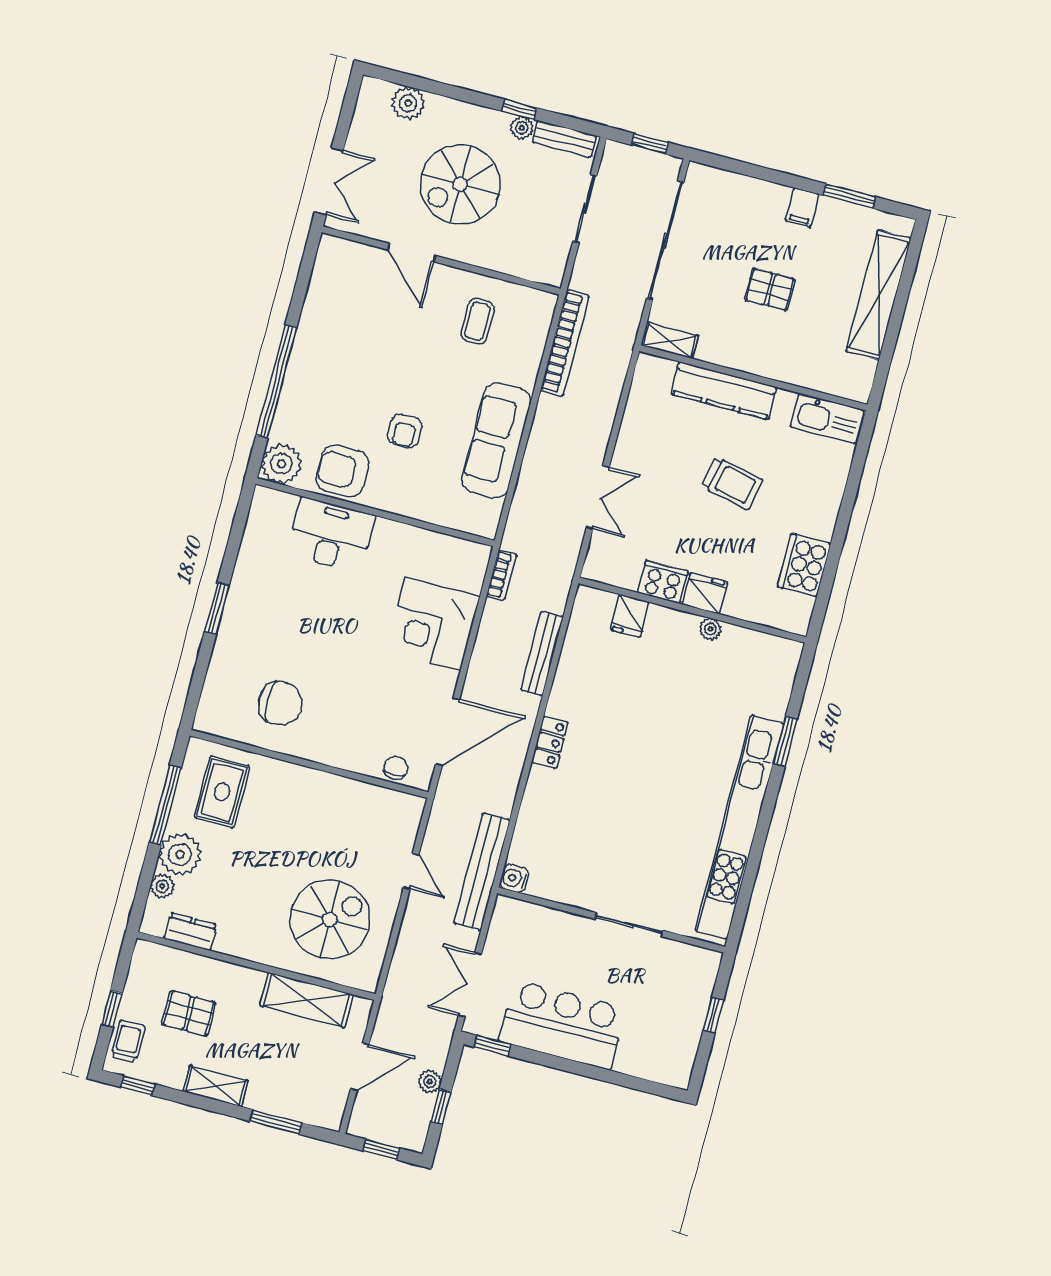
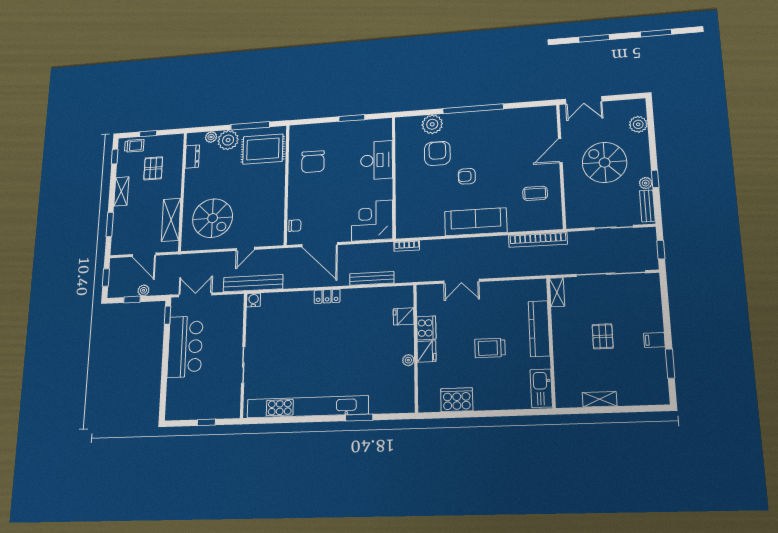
shelving: (879, 295) -> (600, 399), width x0.45, depth x0.75
trolley: (732, 483) -> (490, 348), turned 78
wall: (375, 512) -> (394, 177), moved
desk: (331, 535) -> (377, 160), moved
rug: (222, 792) -> (263, 149), width x1.36, depth x1.43

